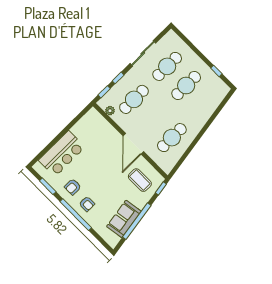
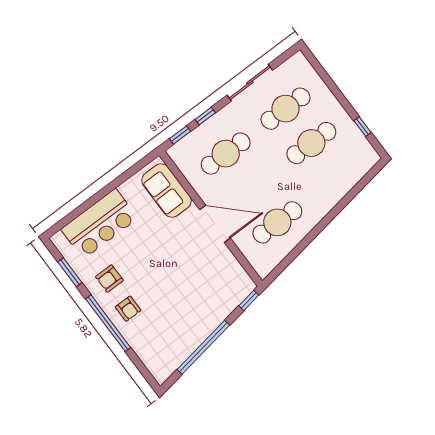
plant: (110, 111) -> (185, 166), removed
door: (133, 144) -> (215, 224), swing flipped
coffee table: (140, 180) -> (217, 283), removed
sofa: (124, 219) -> (166, 191), moved, turned -81

